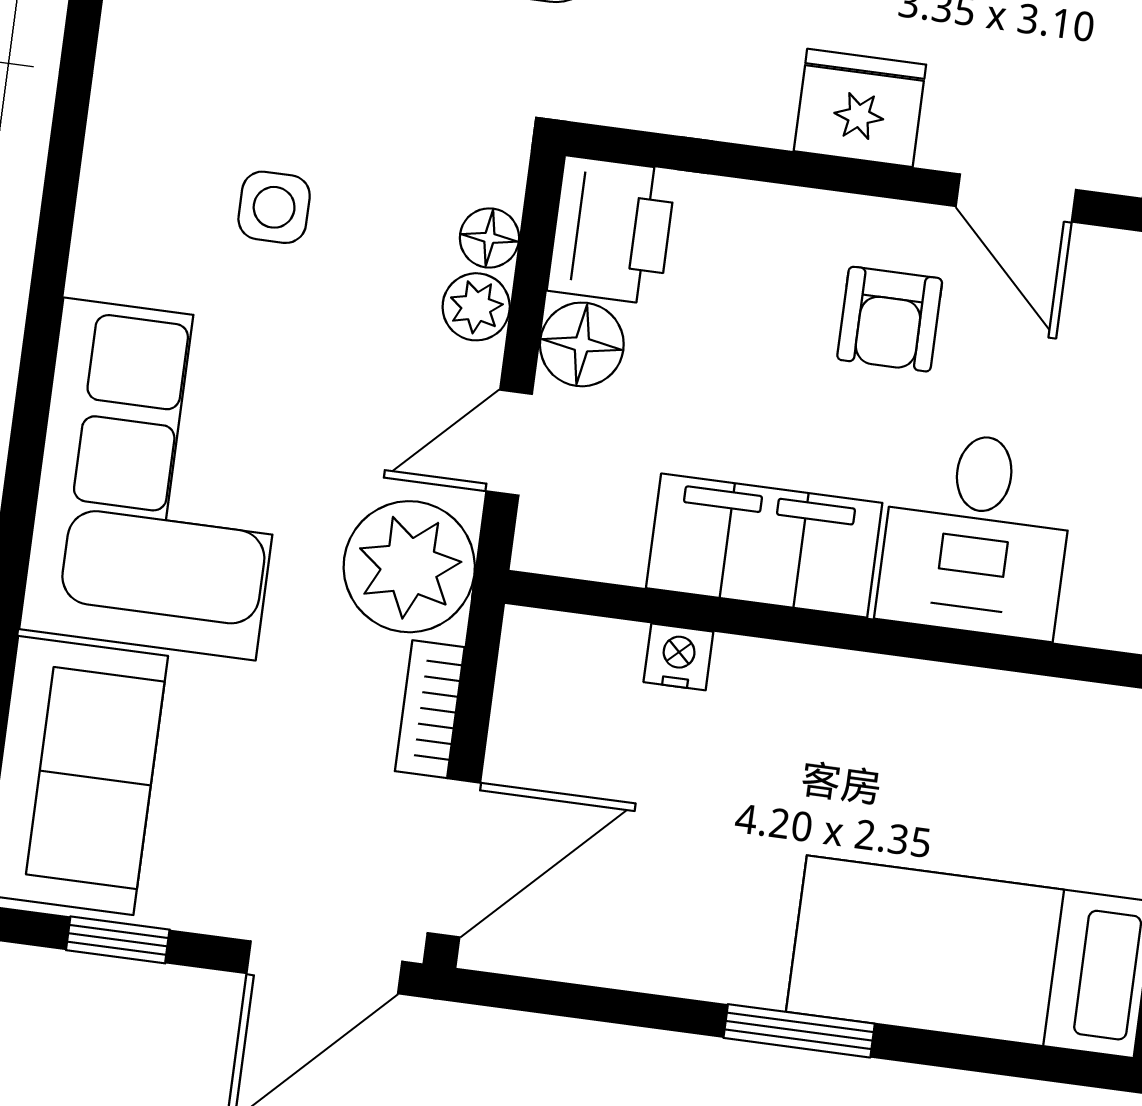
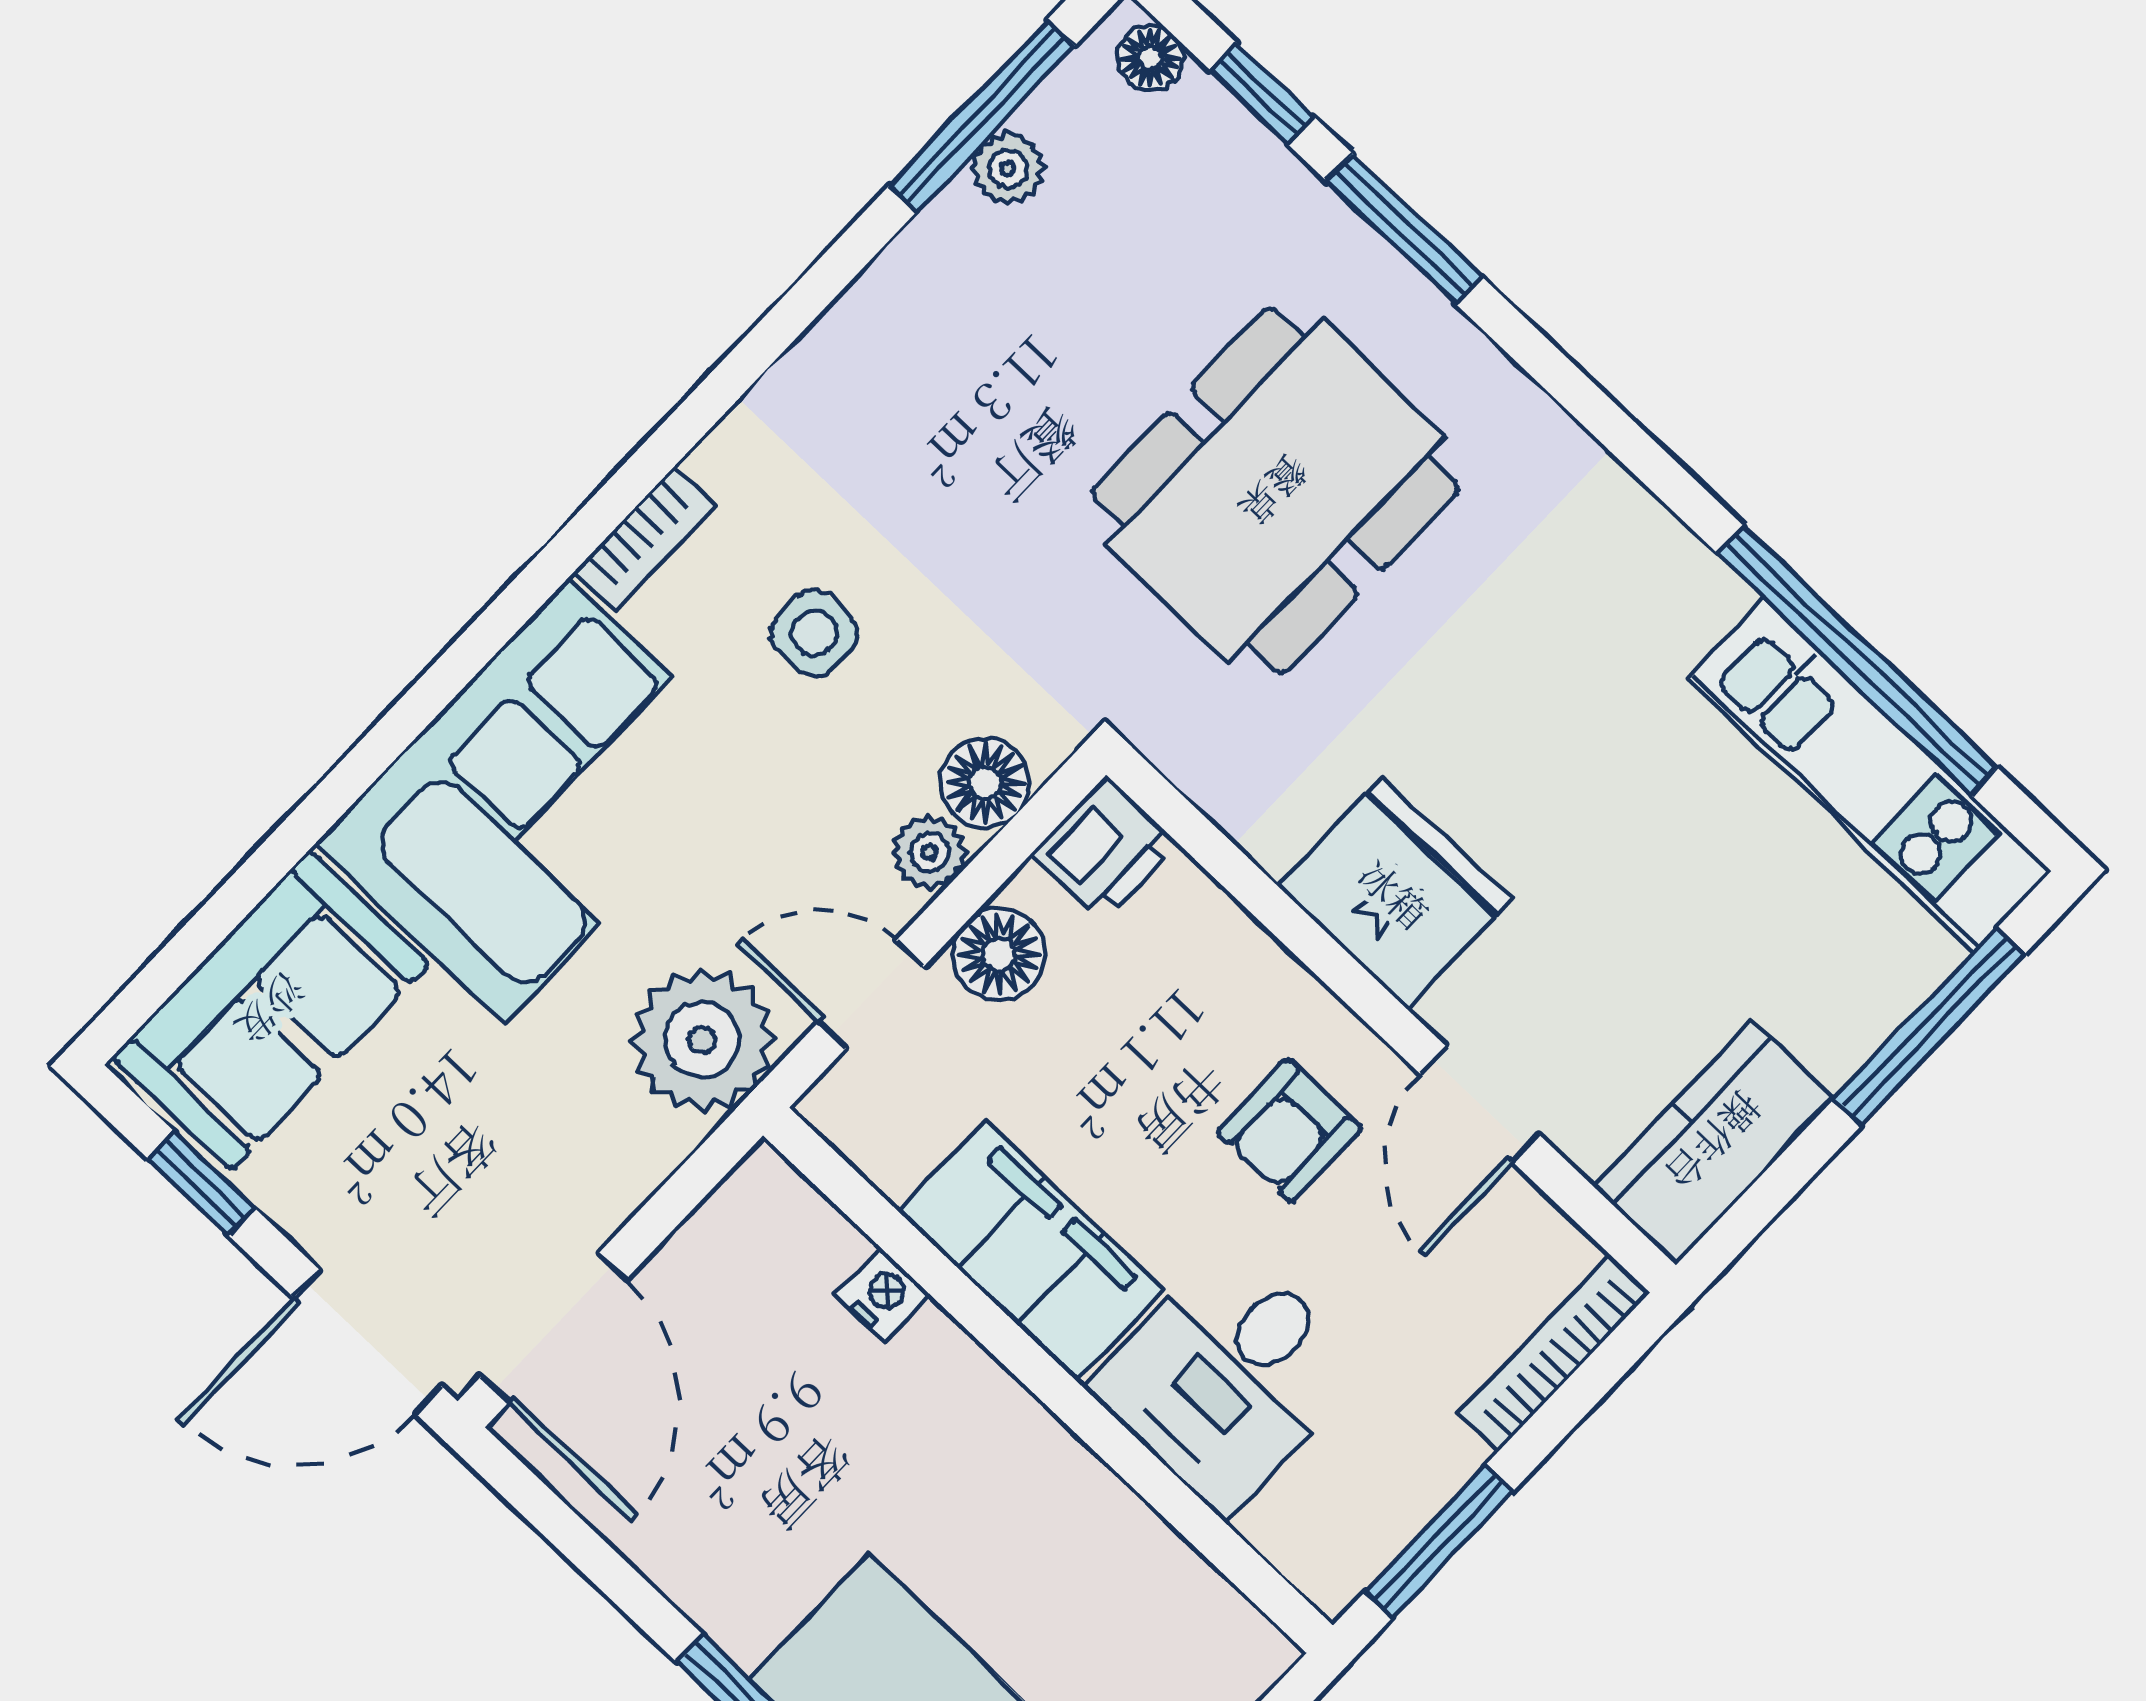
fridge: (860, 108) -> (1395, 893), width x1.36, depth x1.34
printer: (612, 230) -> (1105, 849), width x0.73, depth x0.81
floor lamp: (489, 238) -> (985, 783), width x1.37, depth x1.37
bookcase: (430, 709) -> (645, 539), moved, turned 180
door: (454, 858) -> (554, 1328), hinge flipped

